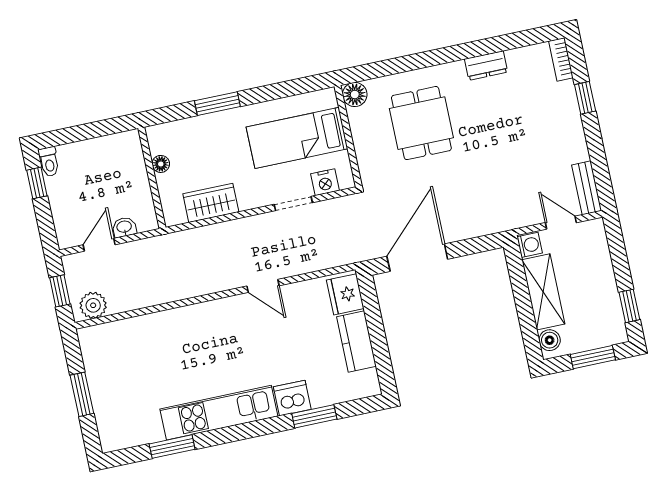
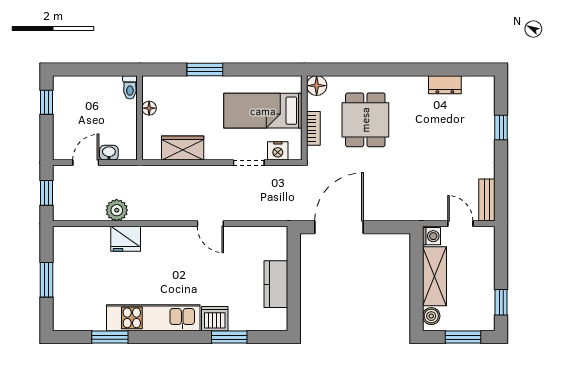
bookcase: (561, 59) -> (313, 128), moved, turned 180
dresser: (486, 66) -> (445, 85), moved
toilet: (49, 162) -> (130, 87), moved
fridge: (345, 294) -> (126, 239), moved, turned -90
plant: (93, 305) -> (117, 210), moved

